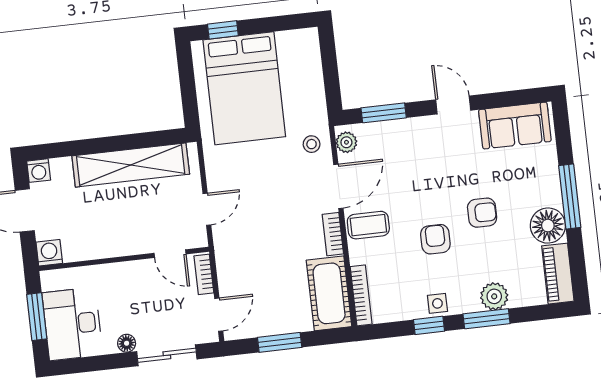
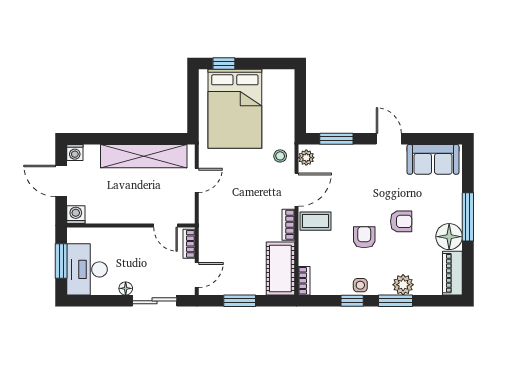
door: (207, 209) -> (197, 180), moved
bookcase: (361, 295) -> (304, 281), width x0.64

